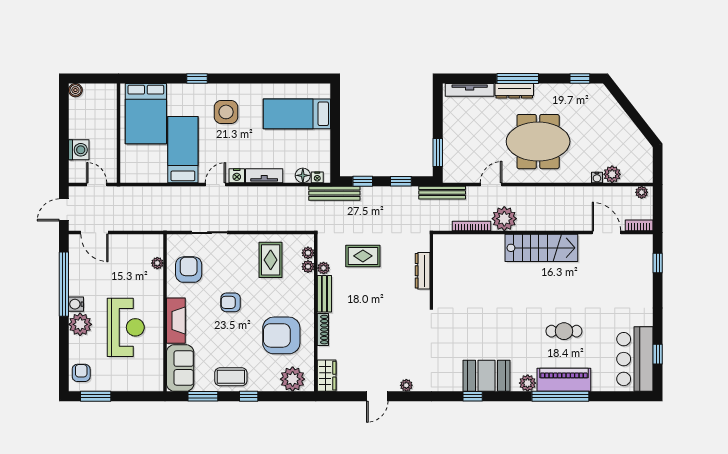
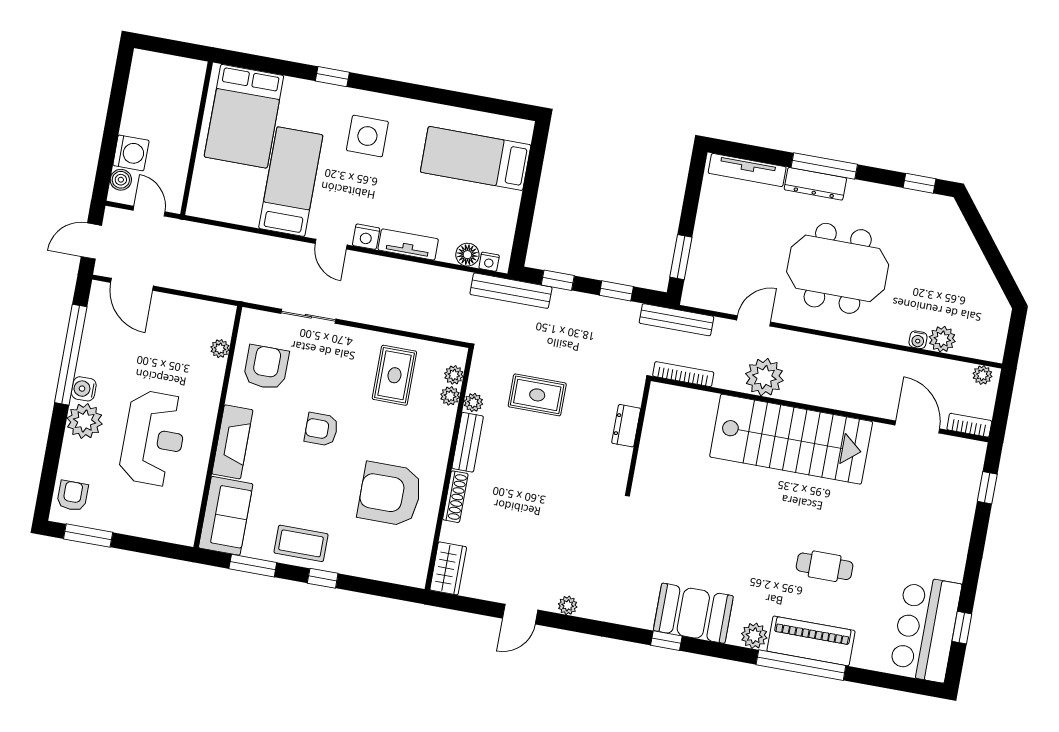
boiler: (75, 90) -> (121, 180), moved
door: (215, 184) -> (331, 244), swing flipped
bookcase: (471, 226) -> (683, 374), moved
stairs: (541, 248) -> (791, 439), width x1.36, depth x1.51
dresser: (423, 271) -> (626, 426), width x0.70
plant: (293, 379) -> (395, 564), removed

